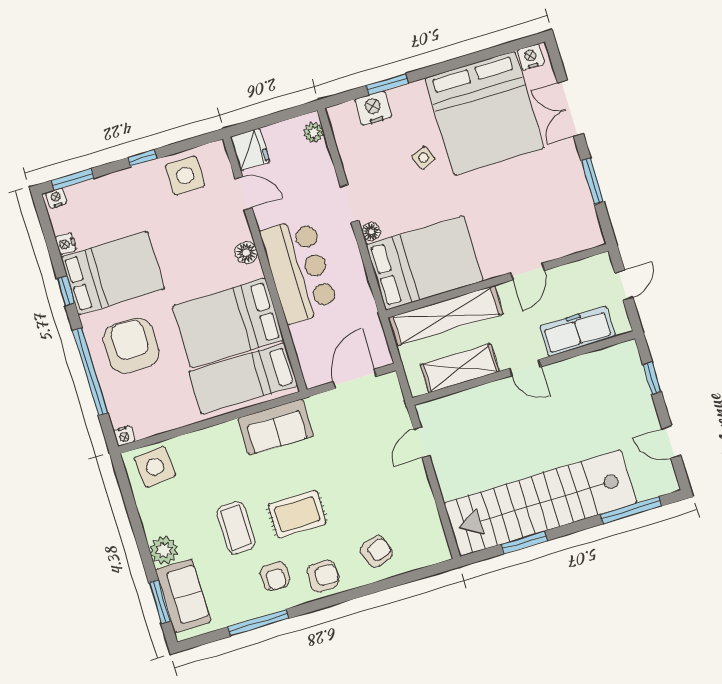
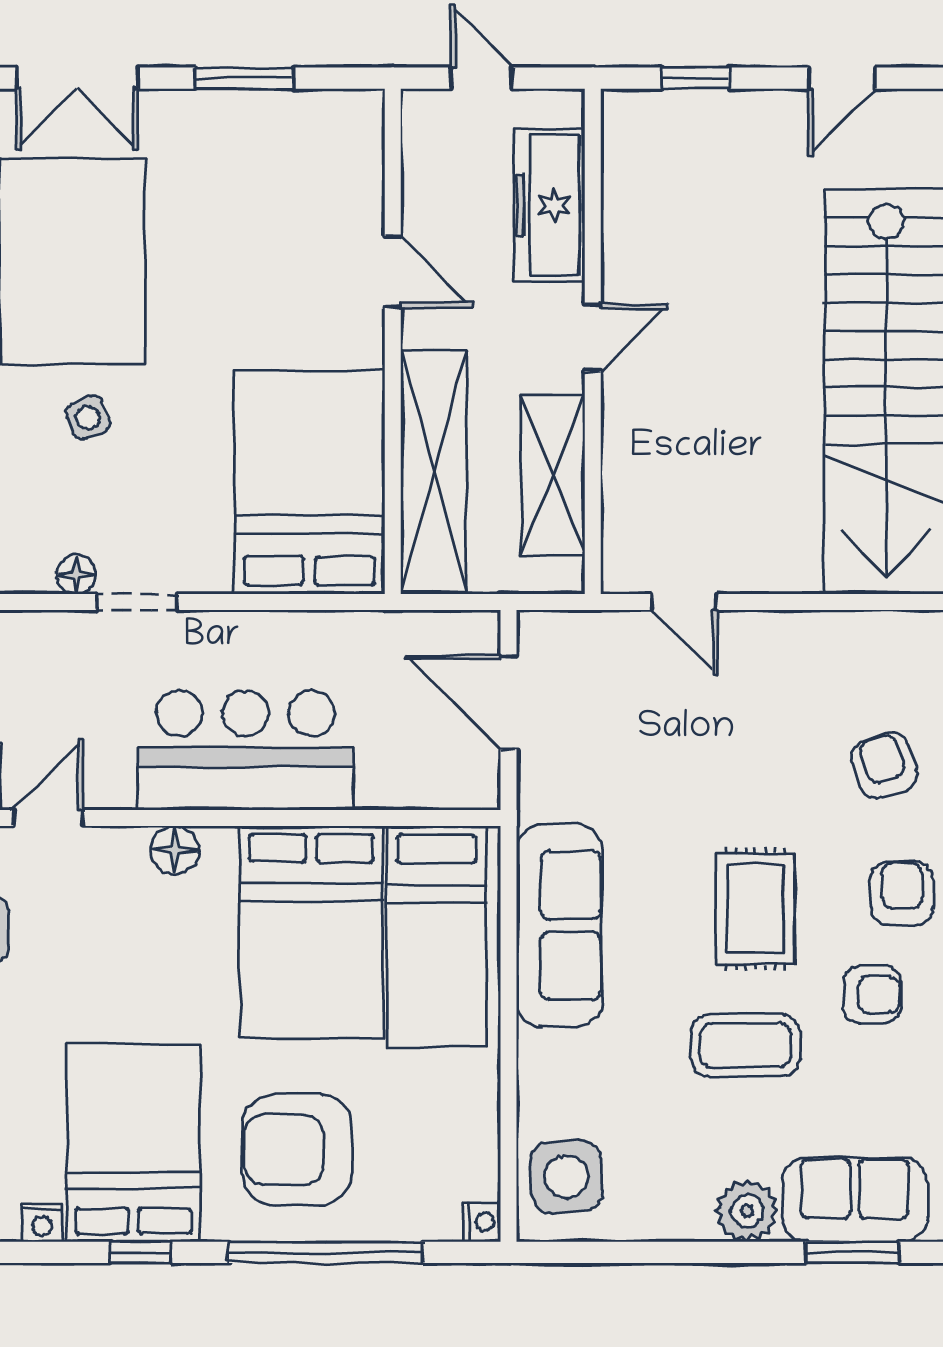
floor lamp: (371, 232) -> (76, 574), moved
sofa: (276, 427) -> (560, 925), width x1.36

